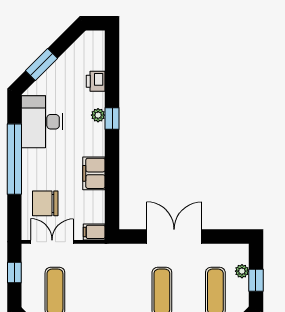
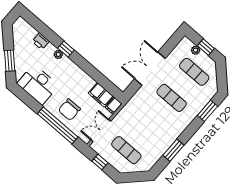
window: (14, 159) -> (58, 125), moved
filing cabinet: (94, 173) -> (101, 95), moved
chair: (45, 203) -> (69, 110), moved

